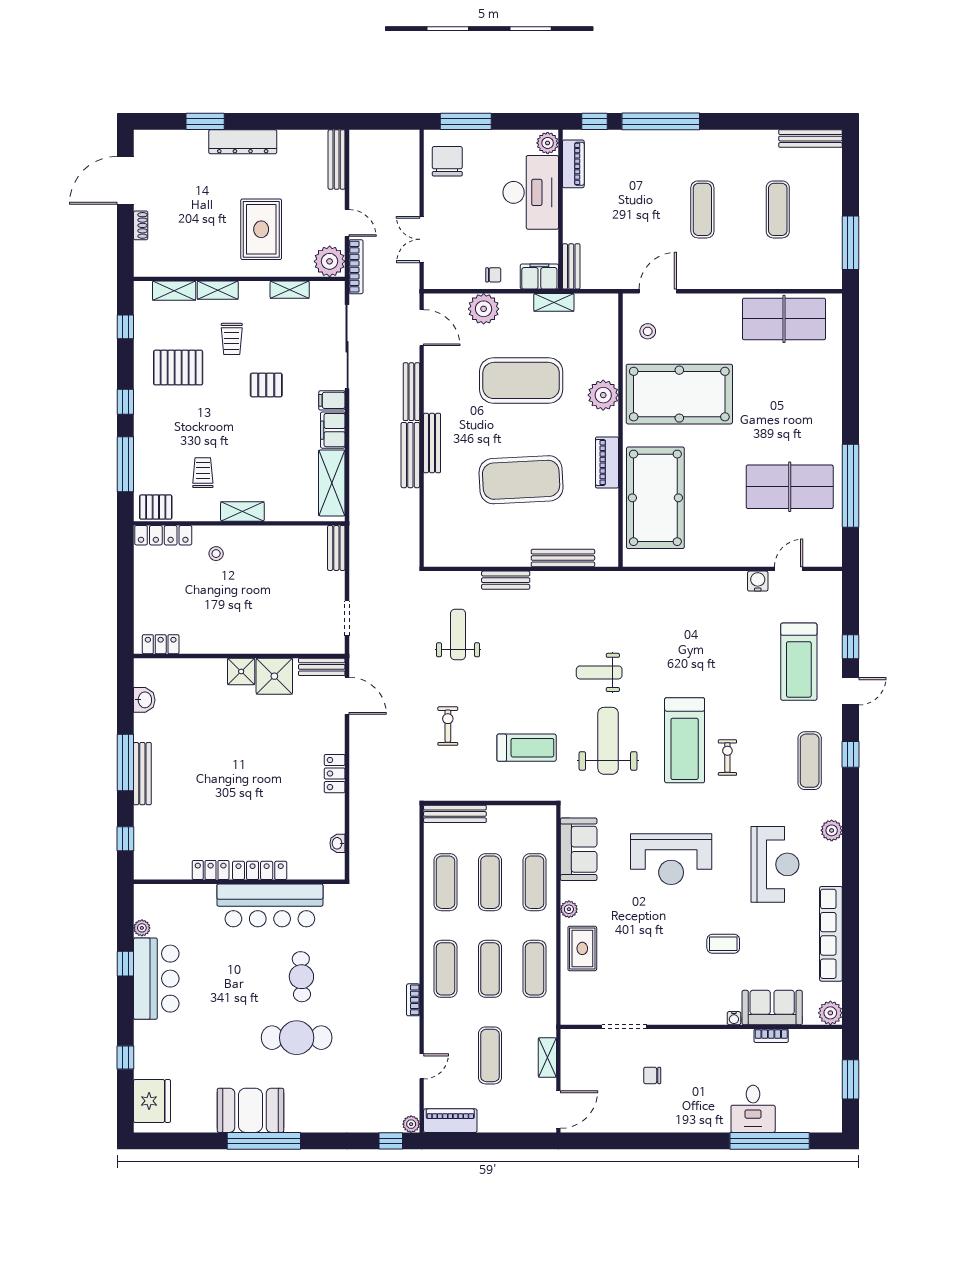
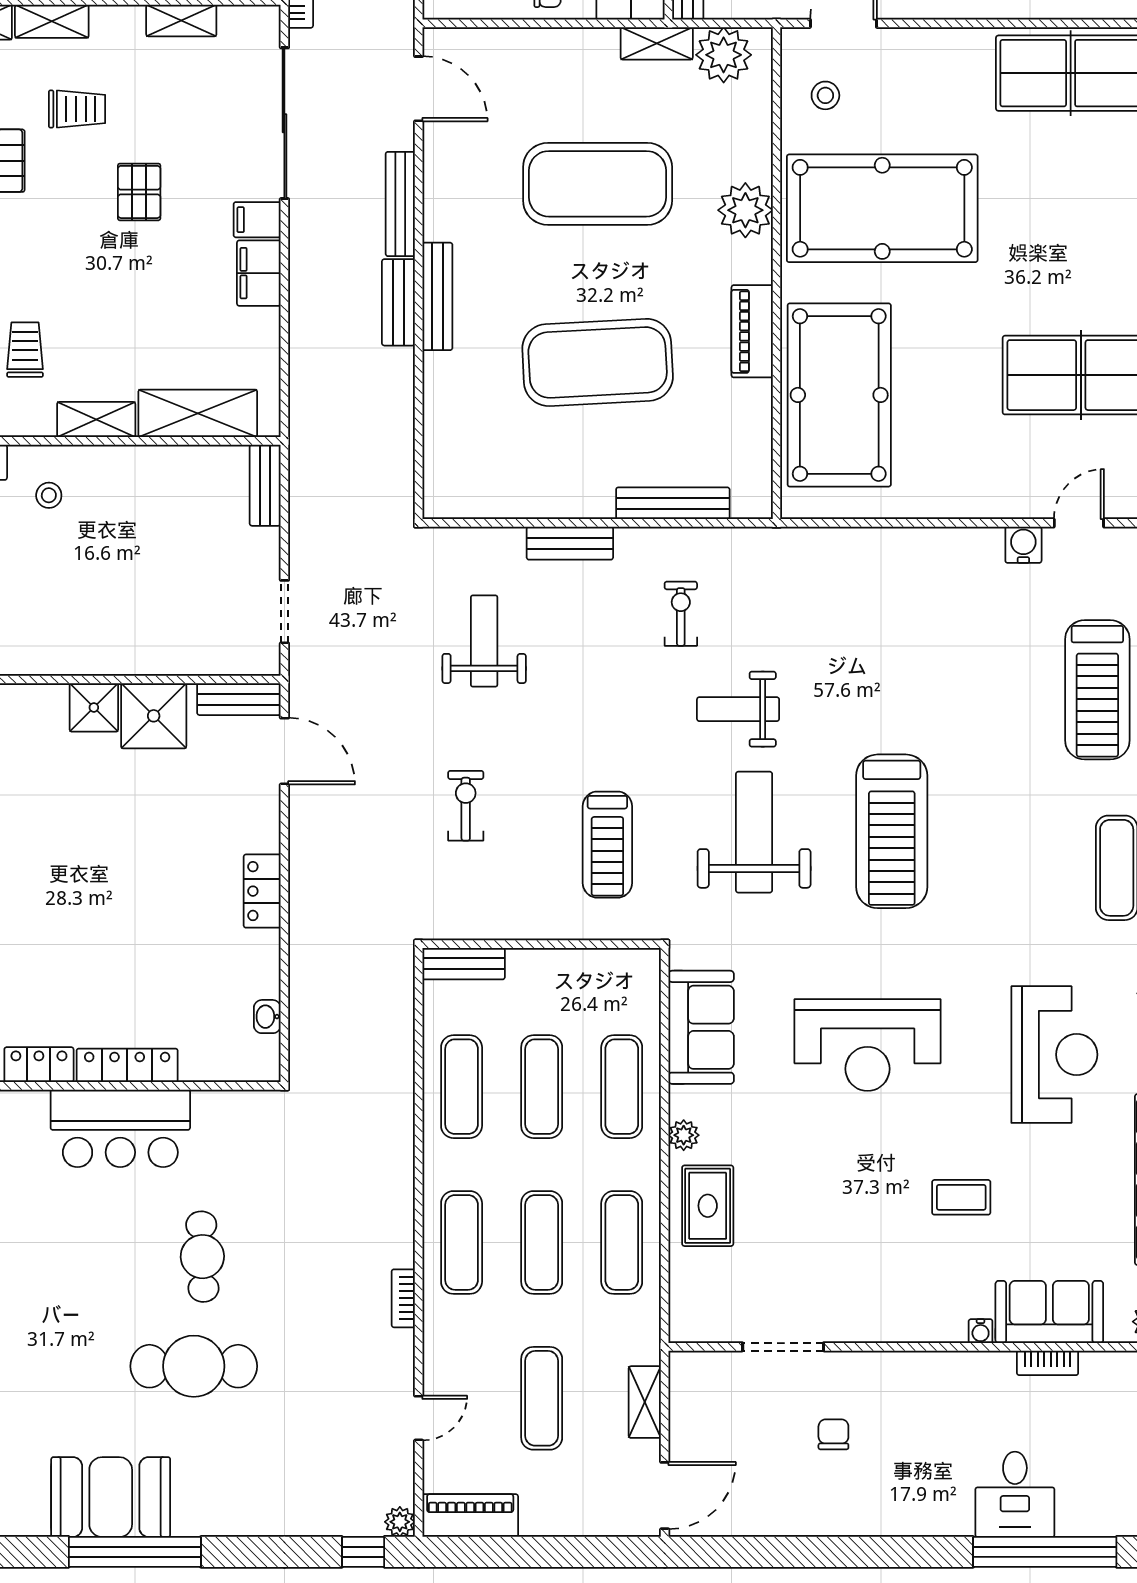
plant: (484, 309) -> (724, 55), moved
trolley: (232, 339) -> (77, 109), turned -90
pallet: (266, 385) -> (139, 192), turned 90
bench: (410, 455) -> (398, 302), width x0.73
shelving: (332, 483) -> (198, 413), moved, turned 90
treadmill: (527, 748) -> (607, 845), turned 90
exercise bike: (727, 758) -> (681, 614), moved
bench: (455, 814) -> (464, 964), width x0.73
bar counter: (270, 905) -> (120, 1128), width x0.73
chair: (652, 1075) -> (833, 1434), turned 90

